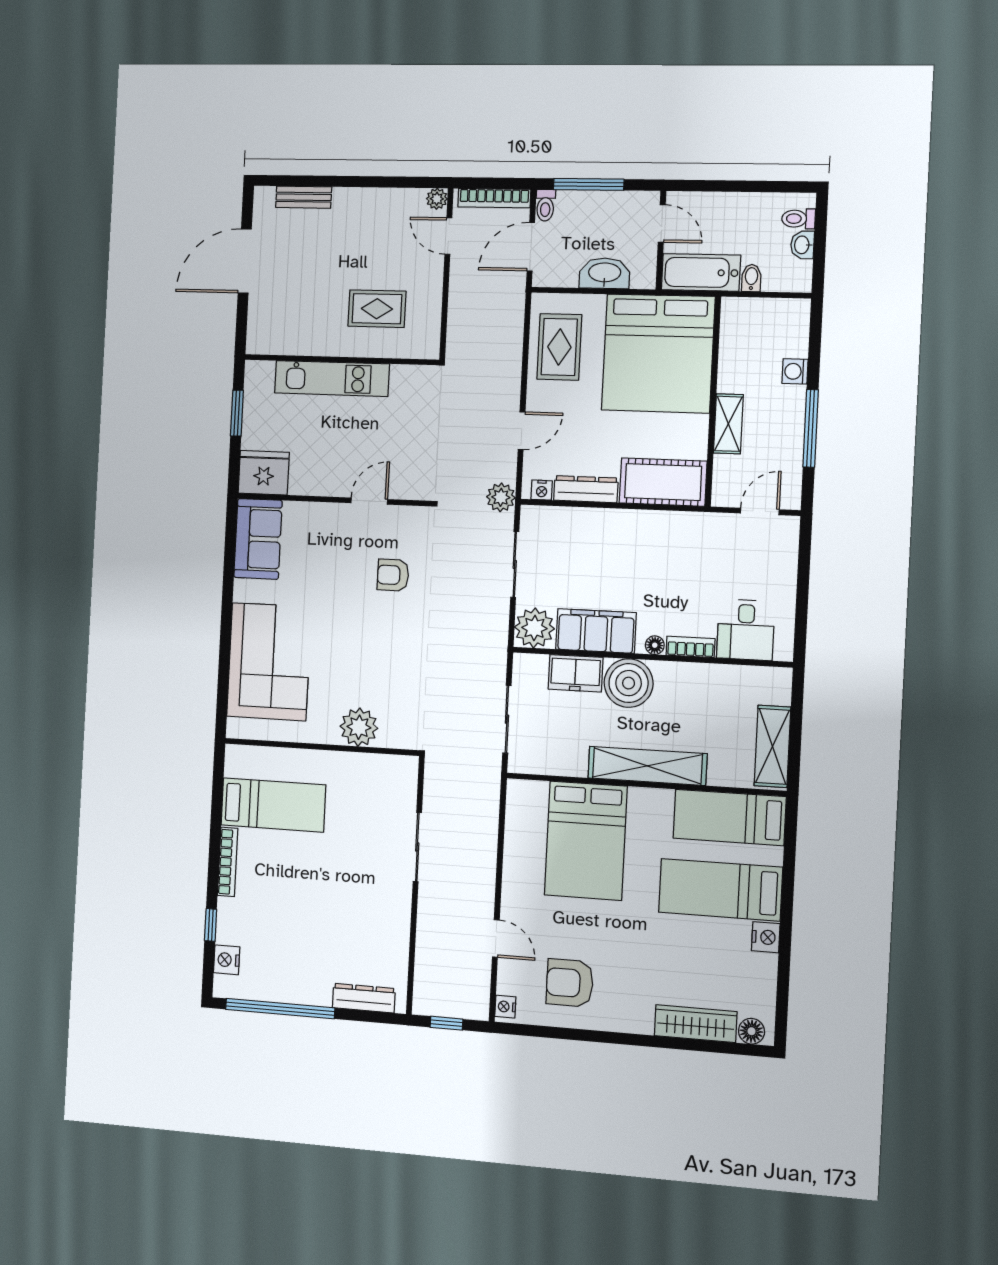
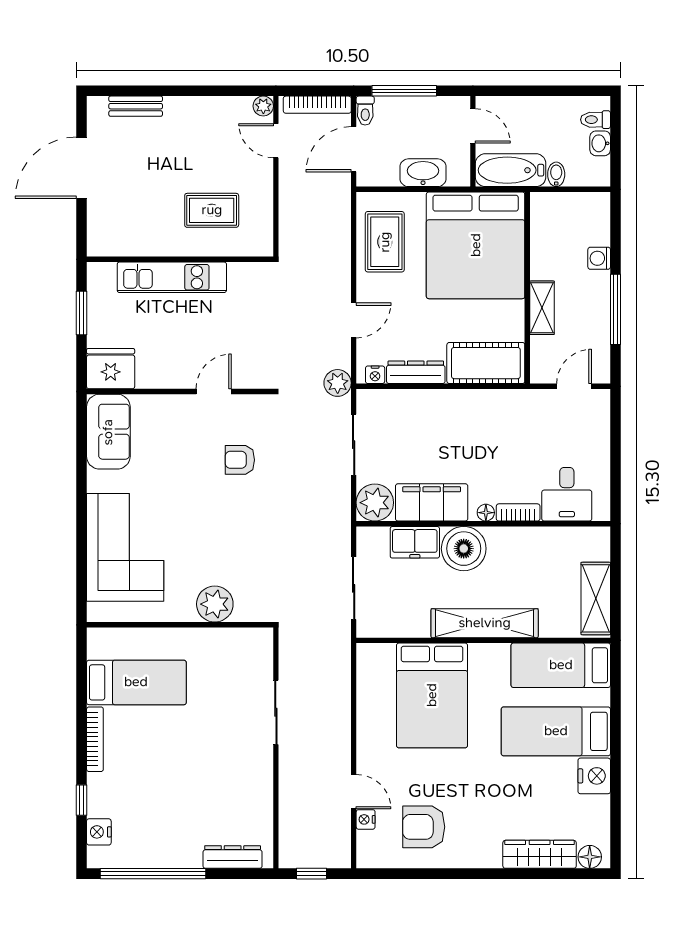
nightstand: (766, 937) -> (594, 776), width x1.36, depth x1.33
nightstand: (505, 1007) -> (366, 819), moved

